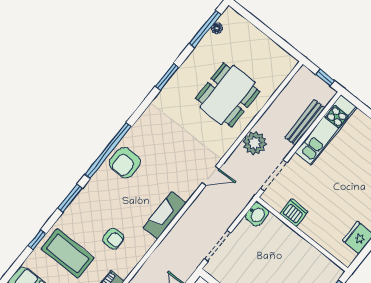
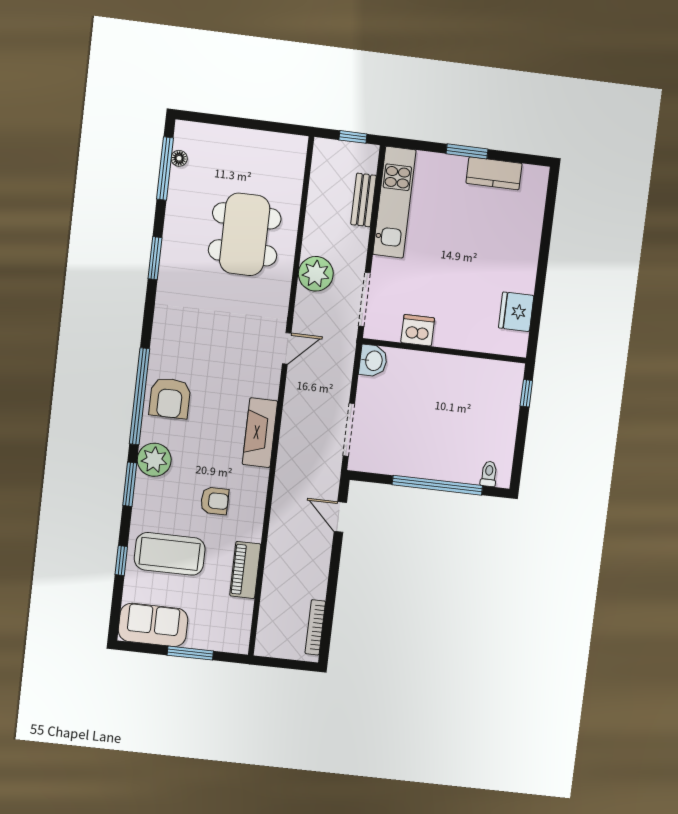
bench: (305, 123) -> (364, 200), width x0.73
plant: (93, 193) -> (154, 460), added

